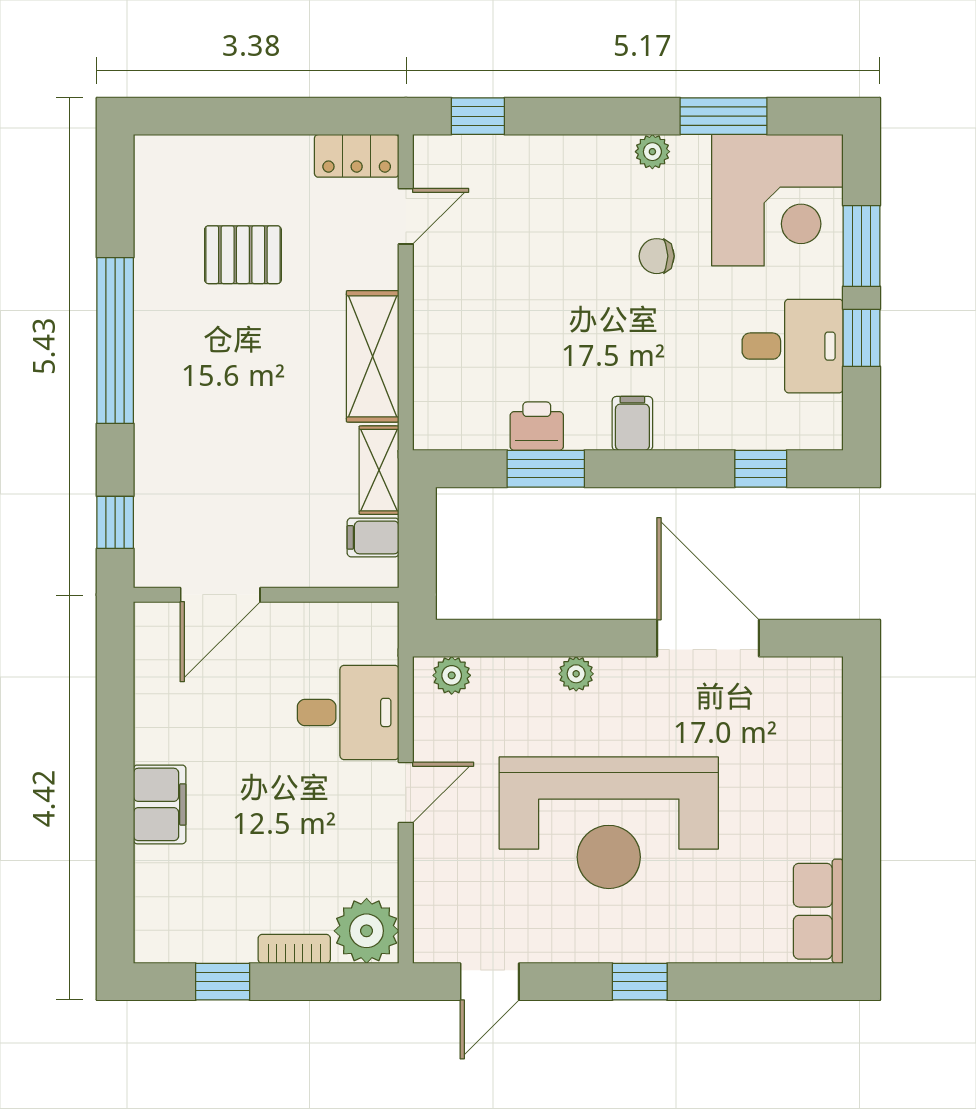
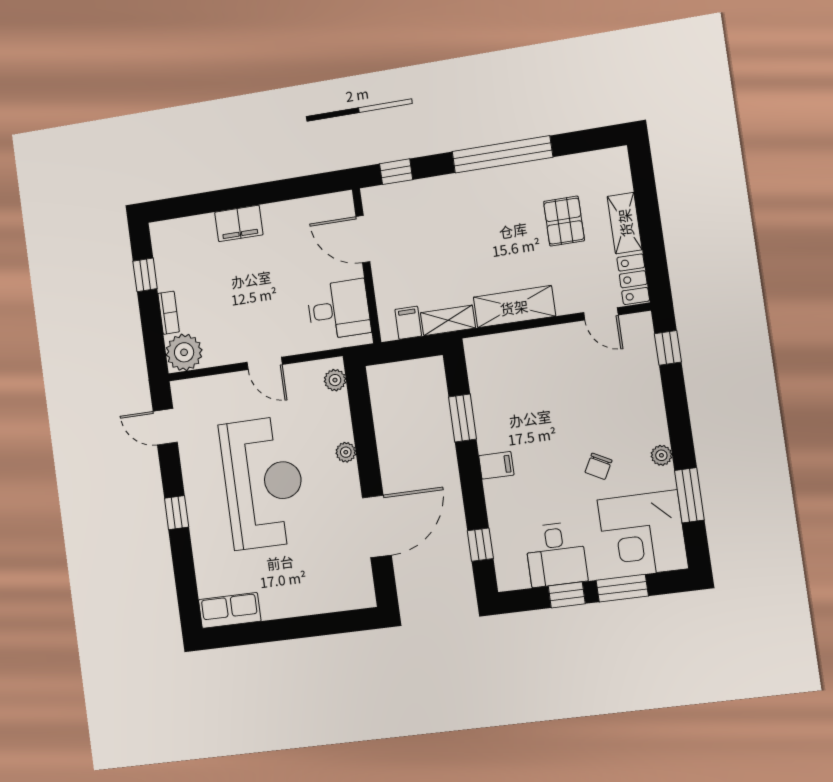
shelving: (262, 156) -> (625, 223), added
chair: (657, 256) -> (598, 466), turned -152
printer: (537, 426) -> (487, 409), removed
desk: (348, 712) -> (339, 310), moved, turned -90
reception desk: (609, 823) -> (263, 483), turned 180

